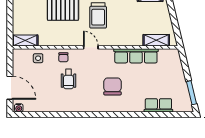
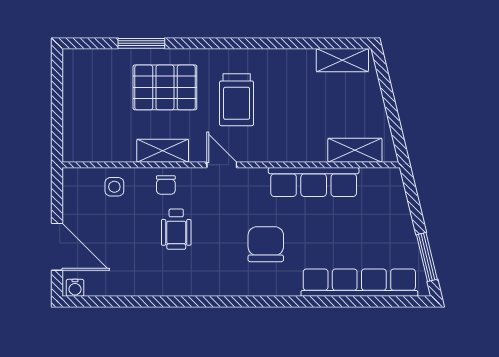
shelving: (25, 40) -> (163, 151), moved
row of seats: (158, 105) -> (359, 283), width x2.02

